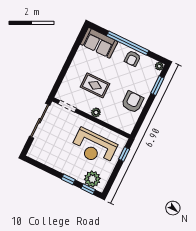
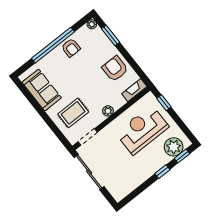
sofa: (99, 43) -> (42, 90), moved, turned -90
rug: (95, 85) -> (73, 113), moved
fireplace: (123, 126) -> (134, 90), added
reception desk: (94, 147) -> (142, 130), turned 180

